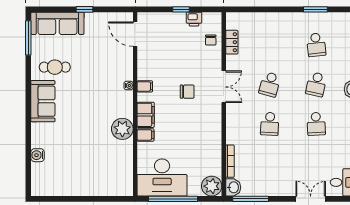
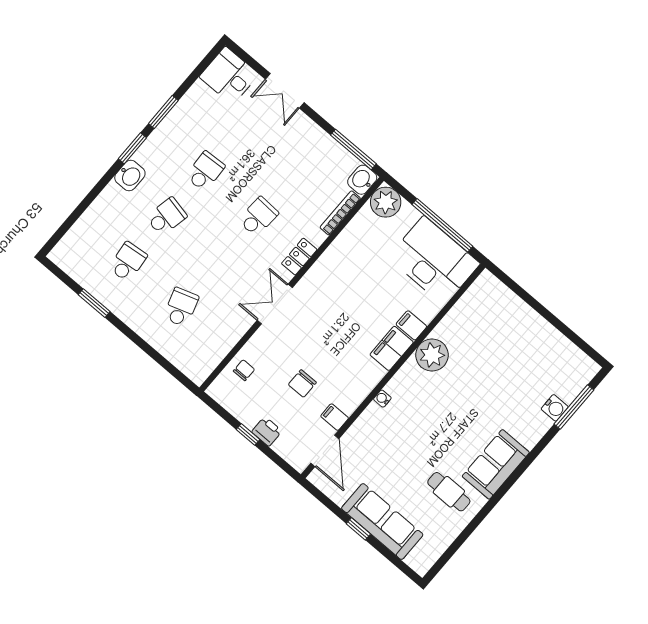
printer: (194, 19) -> (267, 431), moved
sofa: (57, 23) -> (382, 521), moved
window: (28, 38) -> (574, 407), moved
locker: (232, 42) -> (299, 257), moved
school desk: (270, 84) -> (181, 307), moved, turned -33
filing cabinet: (145, 86) -> (335, 417), moved
chair: (187, 92) -> (302, 383), moved, turned -90

